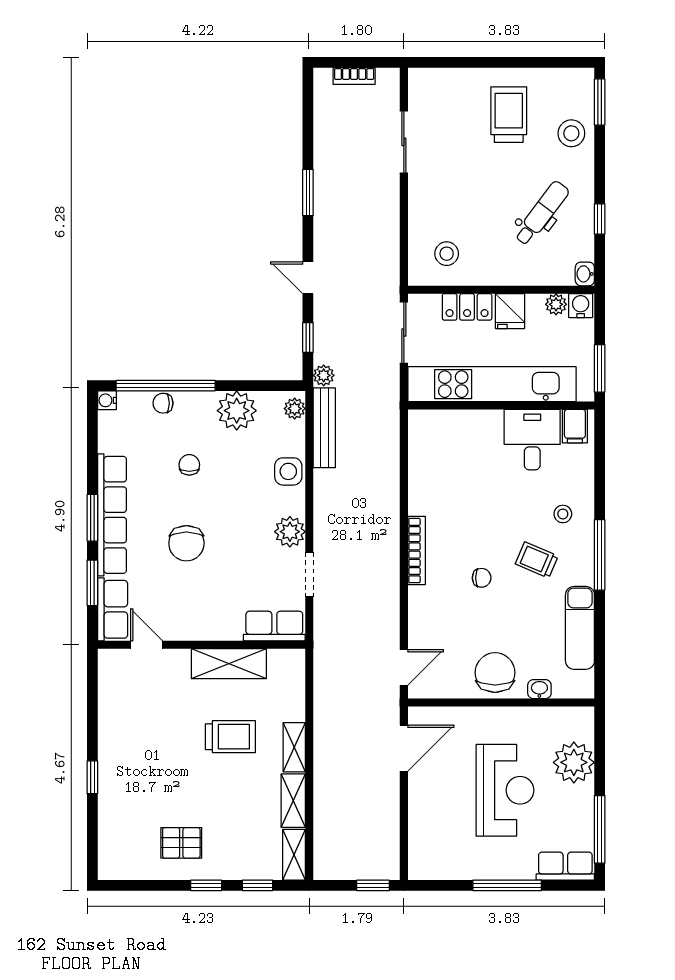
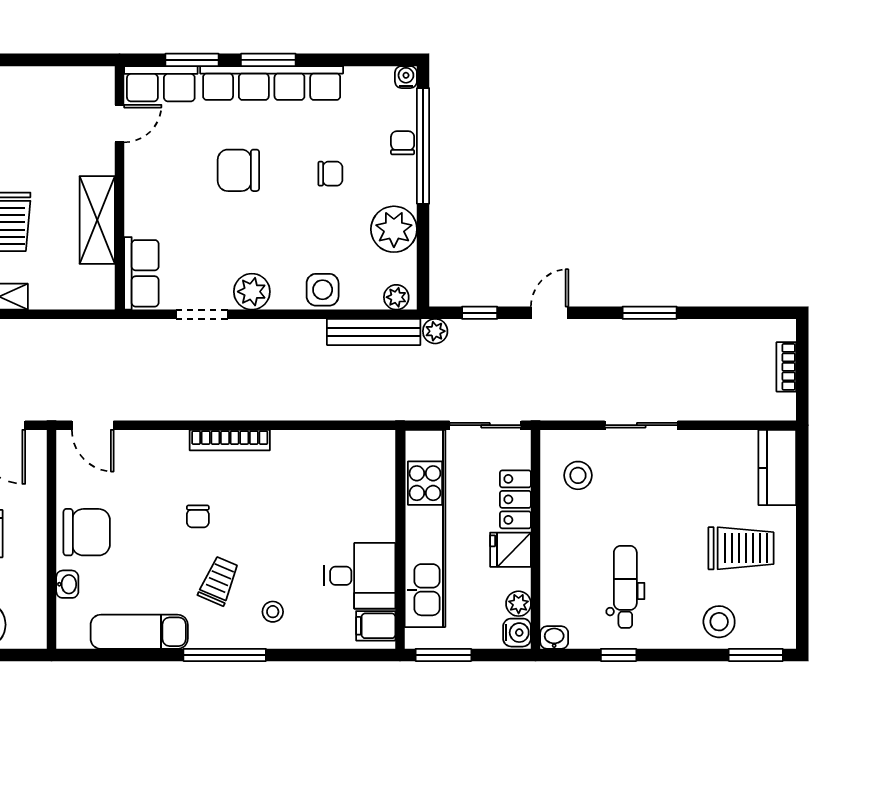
kitchen counter: (440, 84) -> (777, 468), added
sliding door: (404, 142) -> (641, 425), moved
dental chair: (542, 213) -> (625, 587), turned -127

